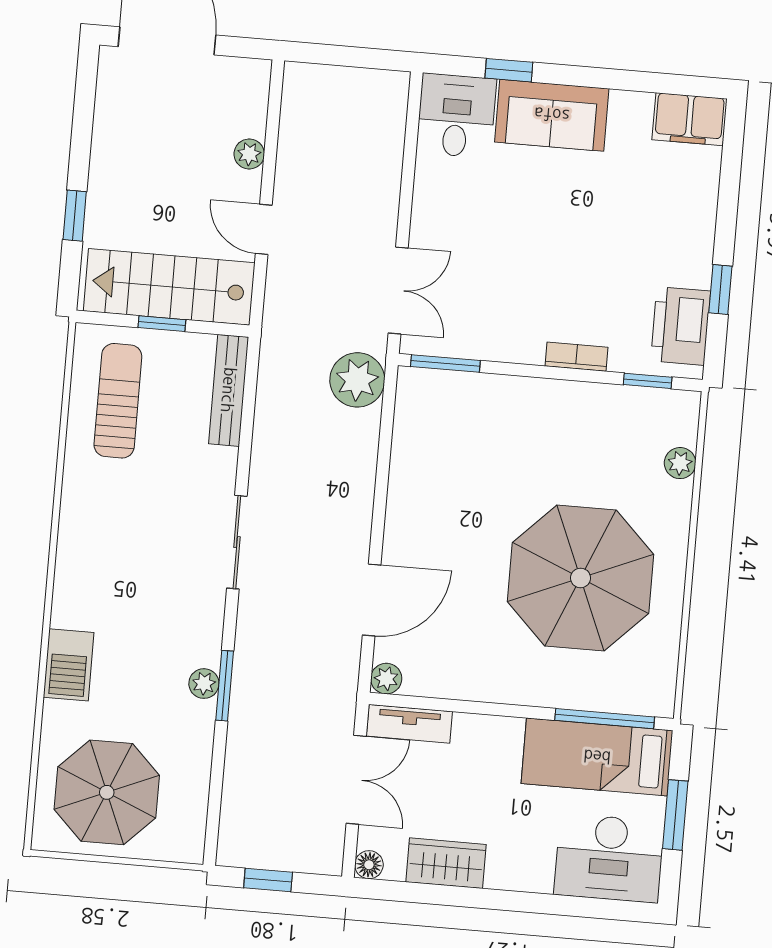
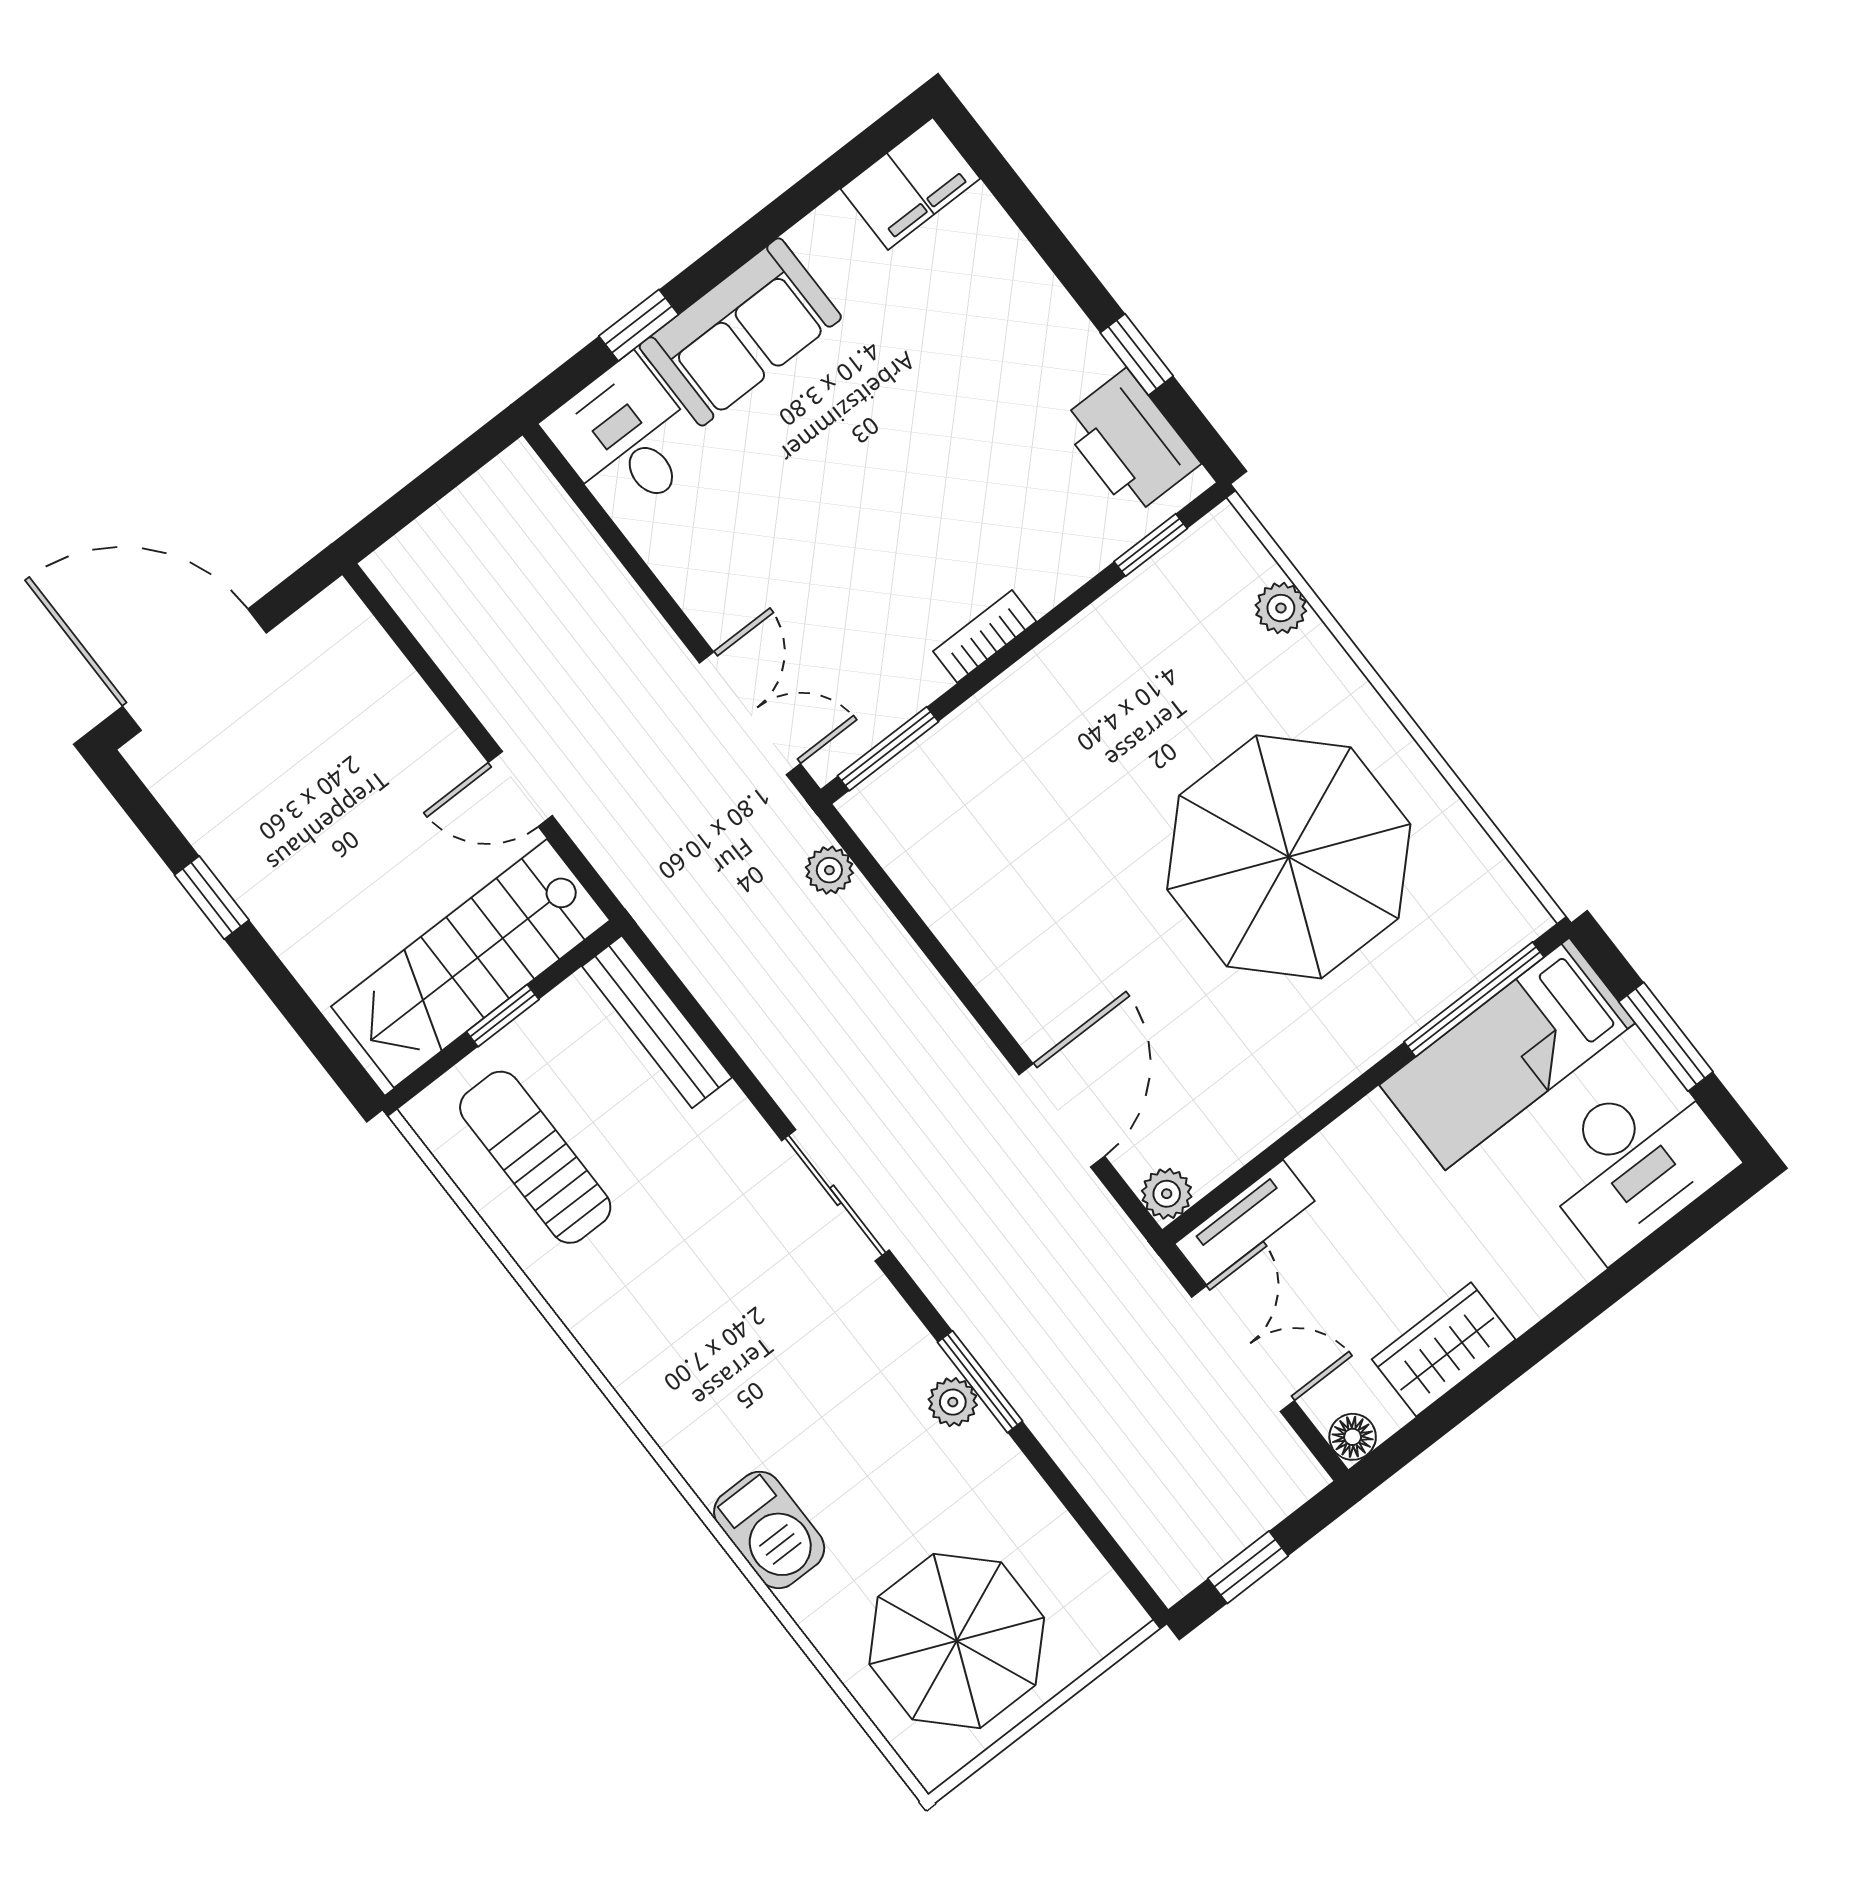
plant: (249, 154) -> (419, 715), removed
window: (75, 216) -> (212, 898), moved
bookcase: (577, 357) -> (985, 636), moved
plant: (357, 380) -> (829, 870), width x0.53, depth x0.53

